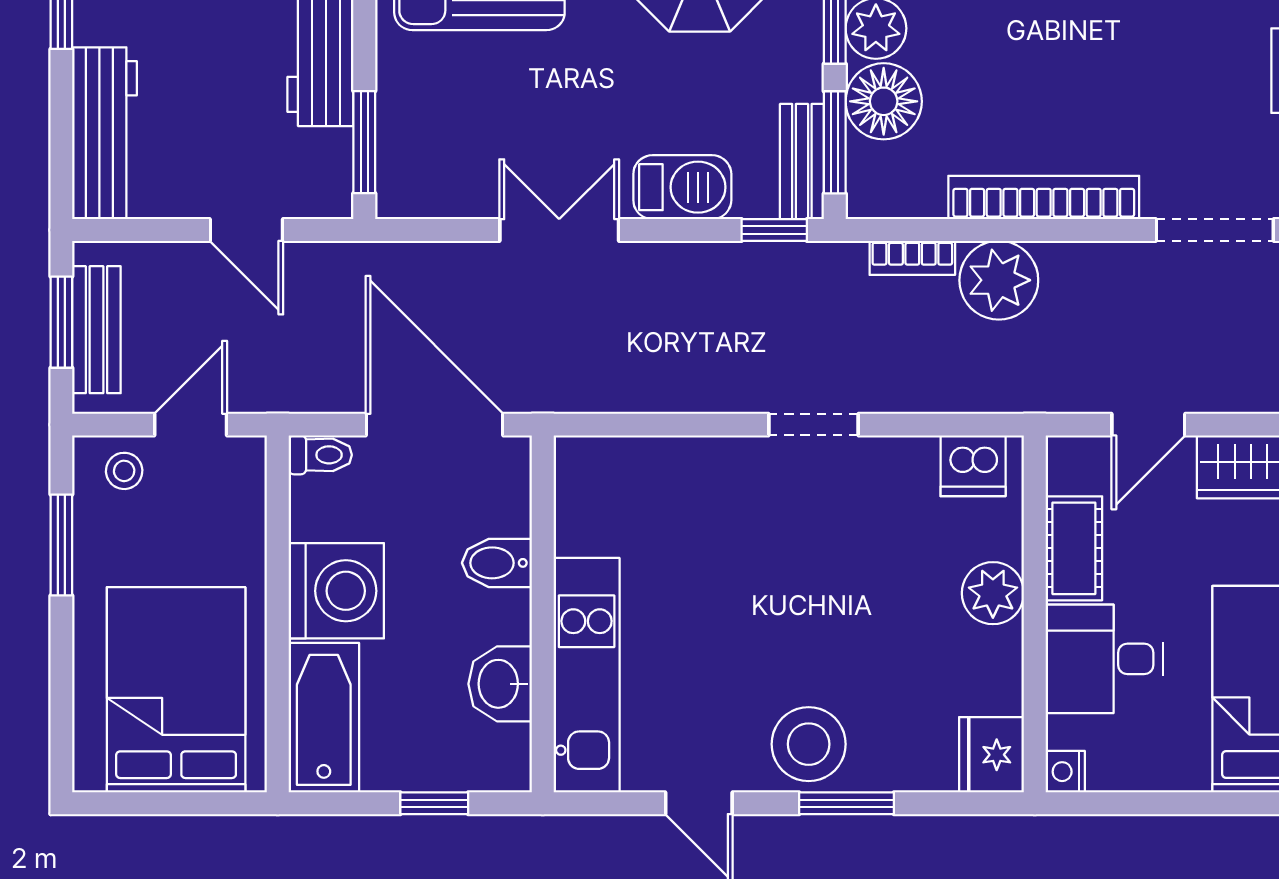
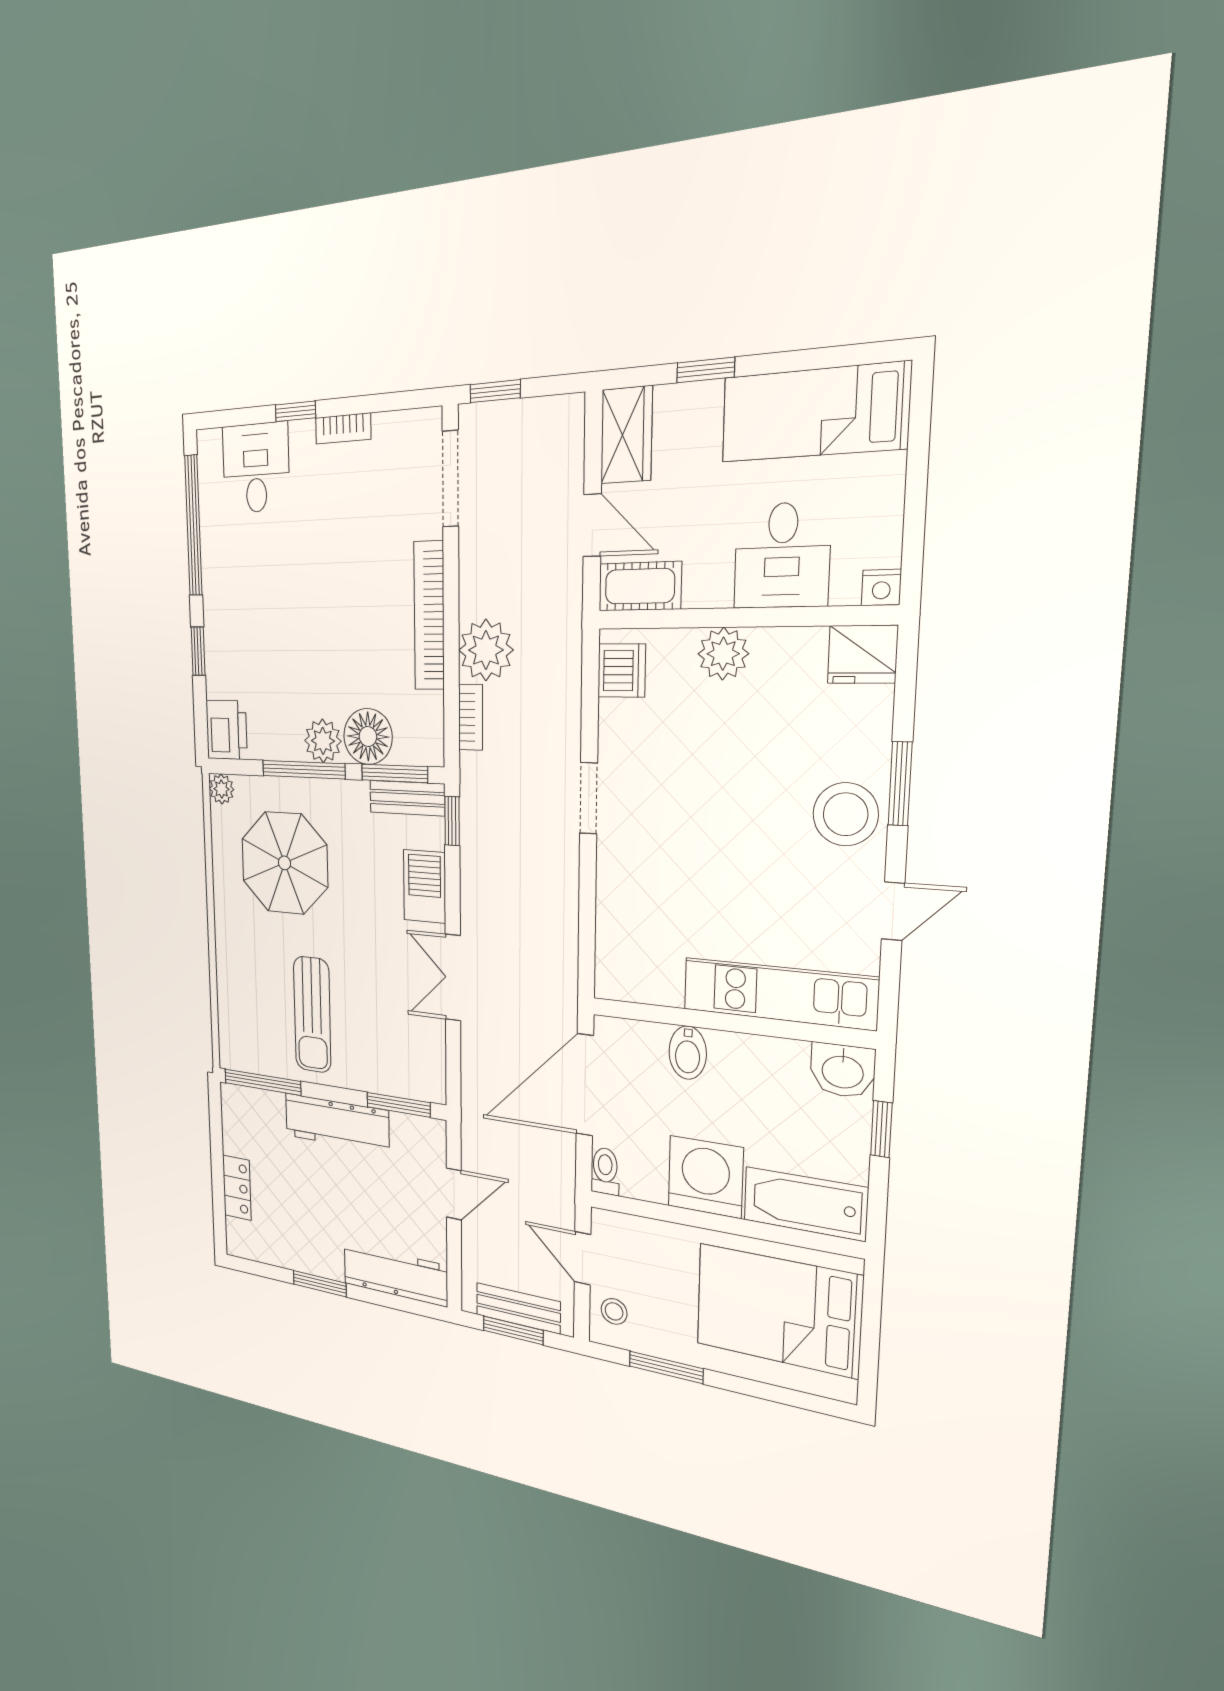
cot: (1074, 548) -> (640, 586), moved
washbasin: (500, 684) -> (843, 1071), moved

